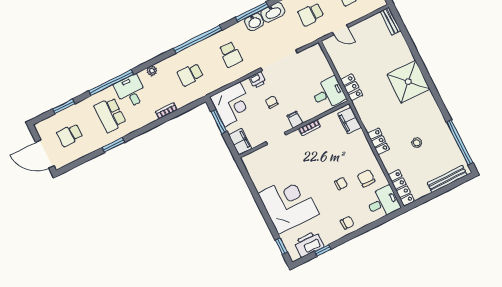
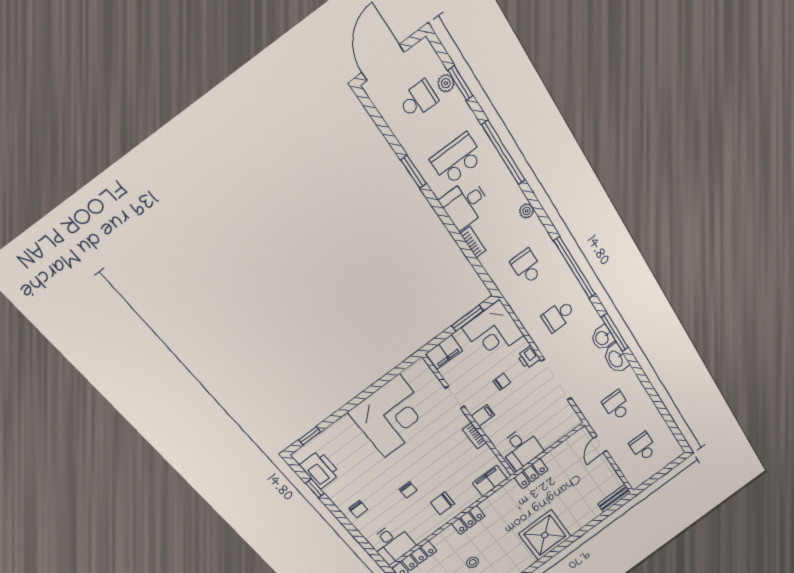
desk: (131, 92) -> (465, 204), moved, turned 180
plant: (63, 116) -> (446, 83), added
school desk: (70, 135) -> (418, 100), turned 90
chair: (366, 178) -> (443, 503), moved, turned 180
corner desk: (289, 204) -> (392, 416), moved

